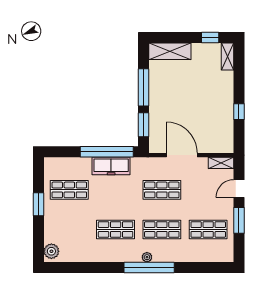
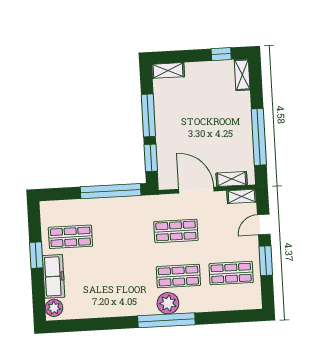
shelving: (170, 51) -> (168, 70), width x0.67, depth x0.75
window: (239, 112) -> (259, 137), width x3.17
shelving: (213, 147) -> (232, 179), added
freezer: (111, 166) -> (54, 276), moved, turned -90
shop shelf: (116, 229) -> (126, 279), removed
plant: (147, 257) -> (168, 303), width x1.88, depth x1.88

